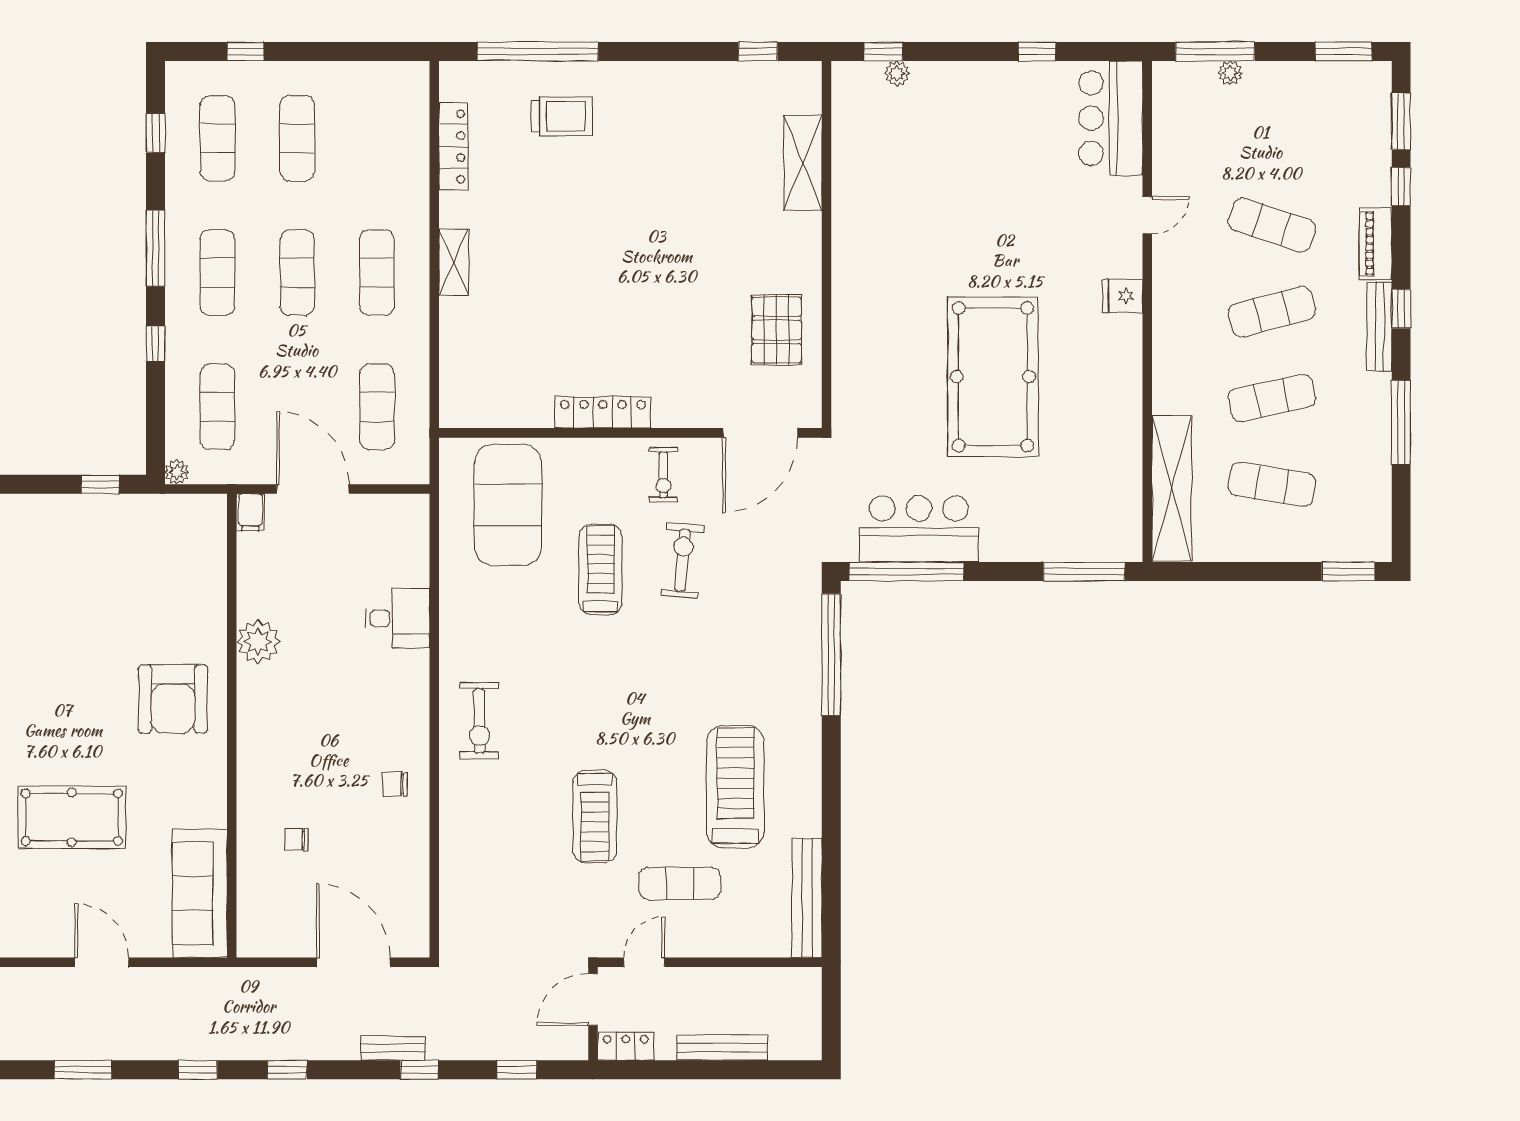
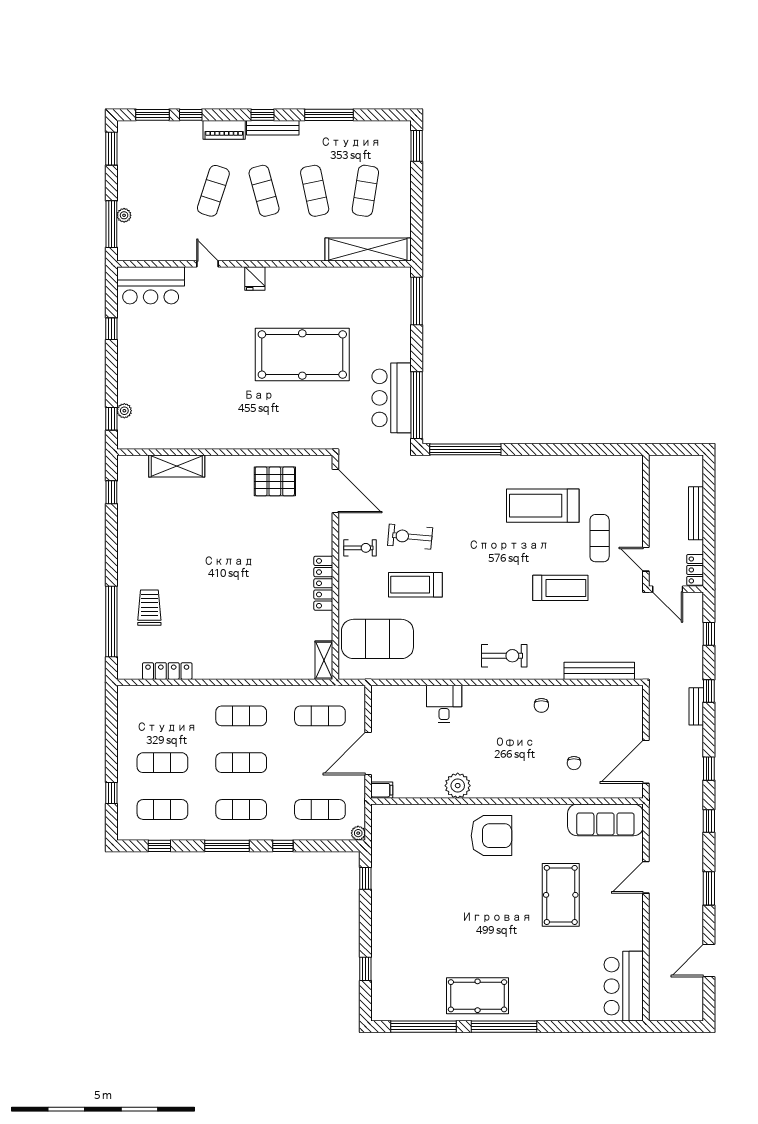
shelving: (454, 262) -> (324, 660), moved, turned 90
bench: (807, 898) -> (599, 671), moved
door: (353, 962) -> (646, 762), moved

